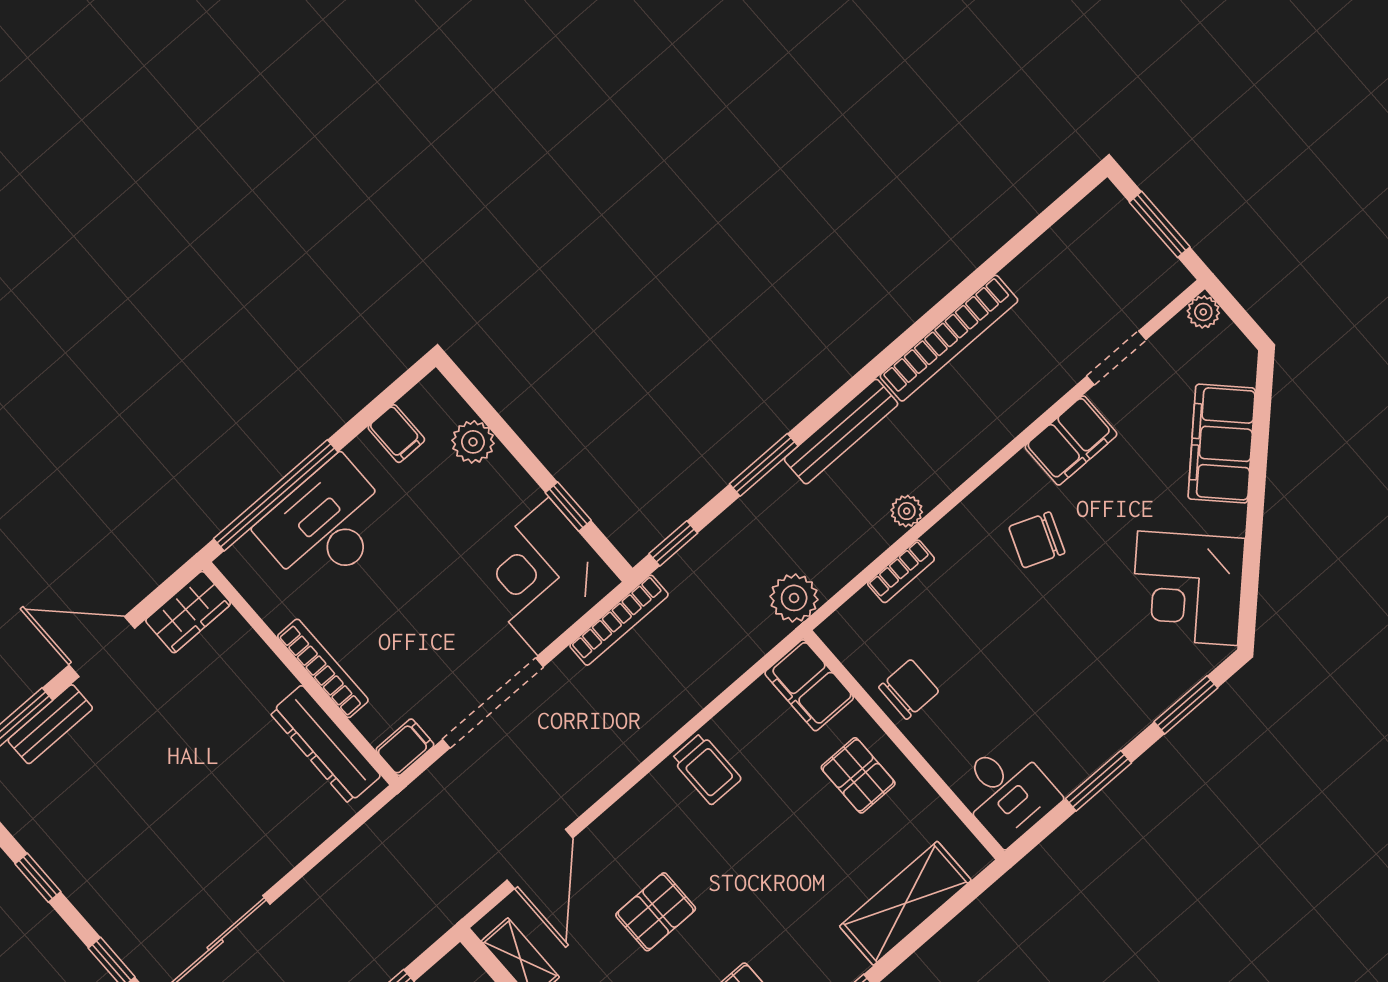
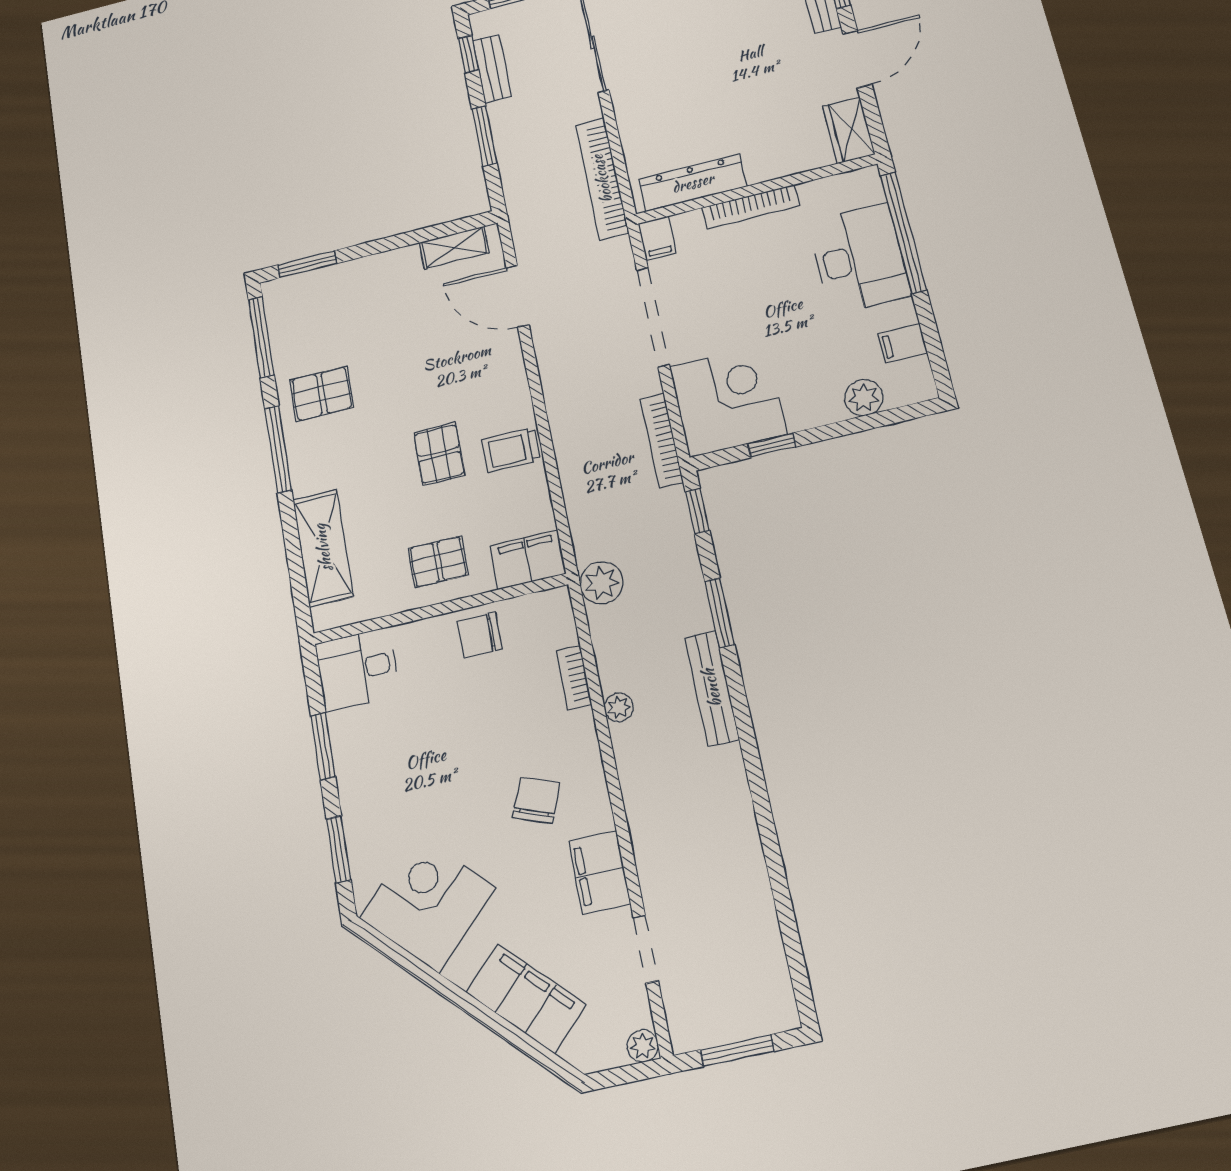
bookcase: (949, 338) -> (602, 179), moved
chair: (909, 689) -> (480, 635), turned 90
pallet: (656, 912) -> (439, 454), moved

